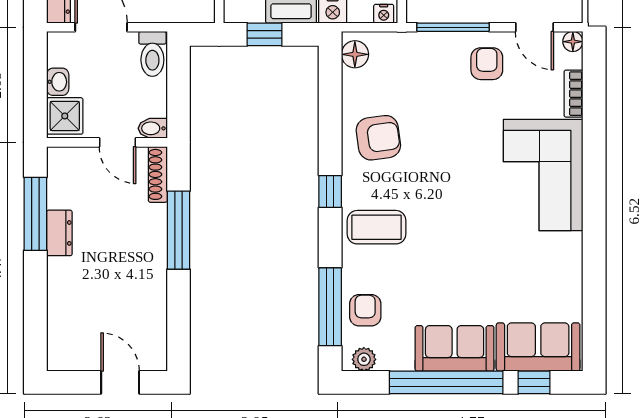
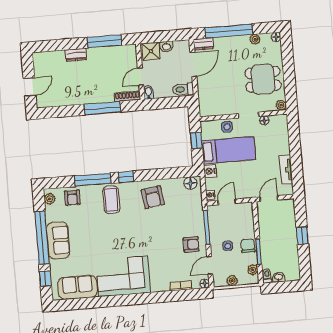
corner sofa: (543, 175) -> (123, 276), moved
dresser: (59, 233) -> (76, 55), moved
window: (330, 307) -> (93, 180), moved
armchair: (365, 310) -> (72, 198), turned 90
sofa: (538, 347) -> (77, 287), moved, turned -90

